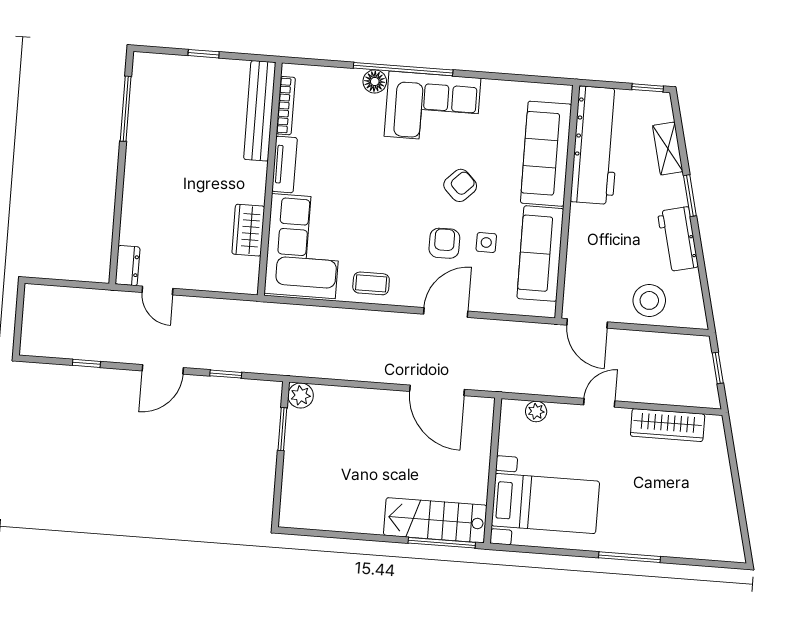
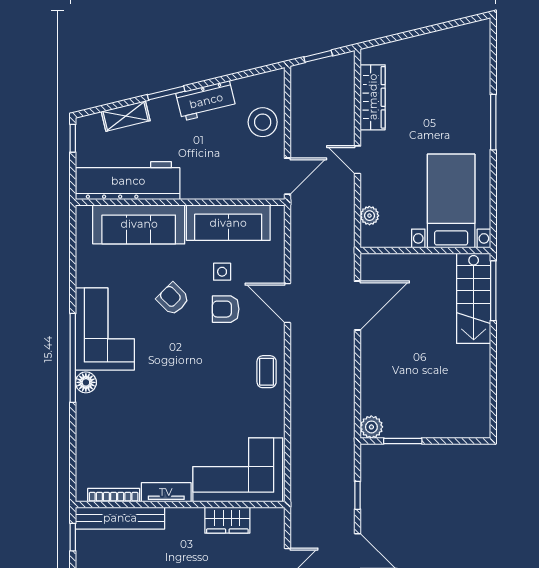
bookcase: (286, 106) -> (114, 495), moved
bench: (260, 111) -> (120, 518), moved
tv unit: (285, 164) -> (166, 492), moved
wall: (270, 179) -> (180, 504), moved
wardrobe: (248, 230) -> (227, 520), moved
corner sofa: (303, 246) -> (238, 470), moved

